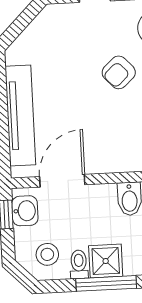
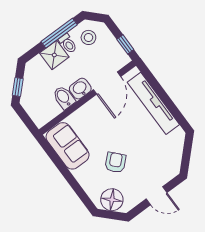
washbasin: (25, 211) -> (80, 89), moved, turned 90
window: (106, 283) -> (59, 33), moved

